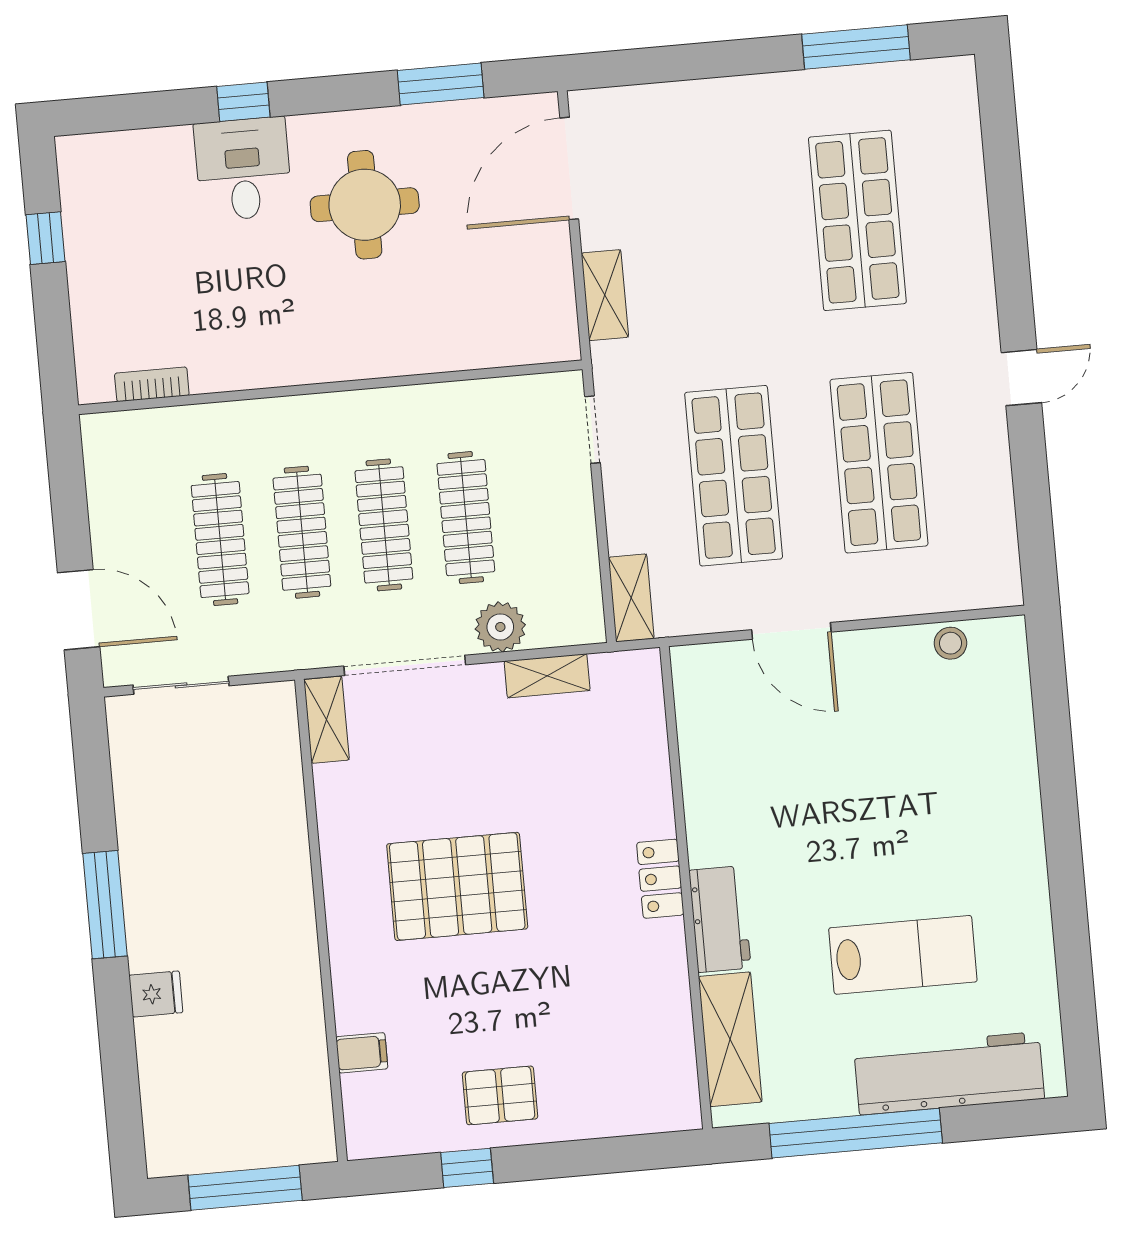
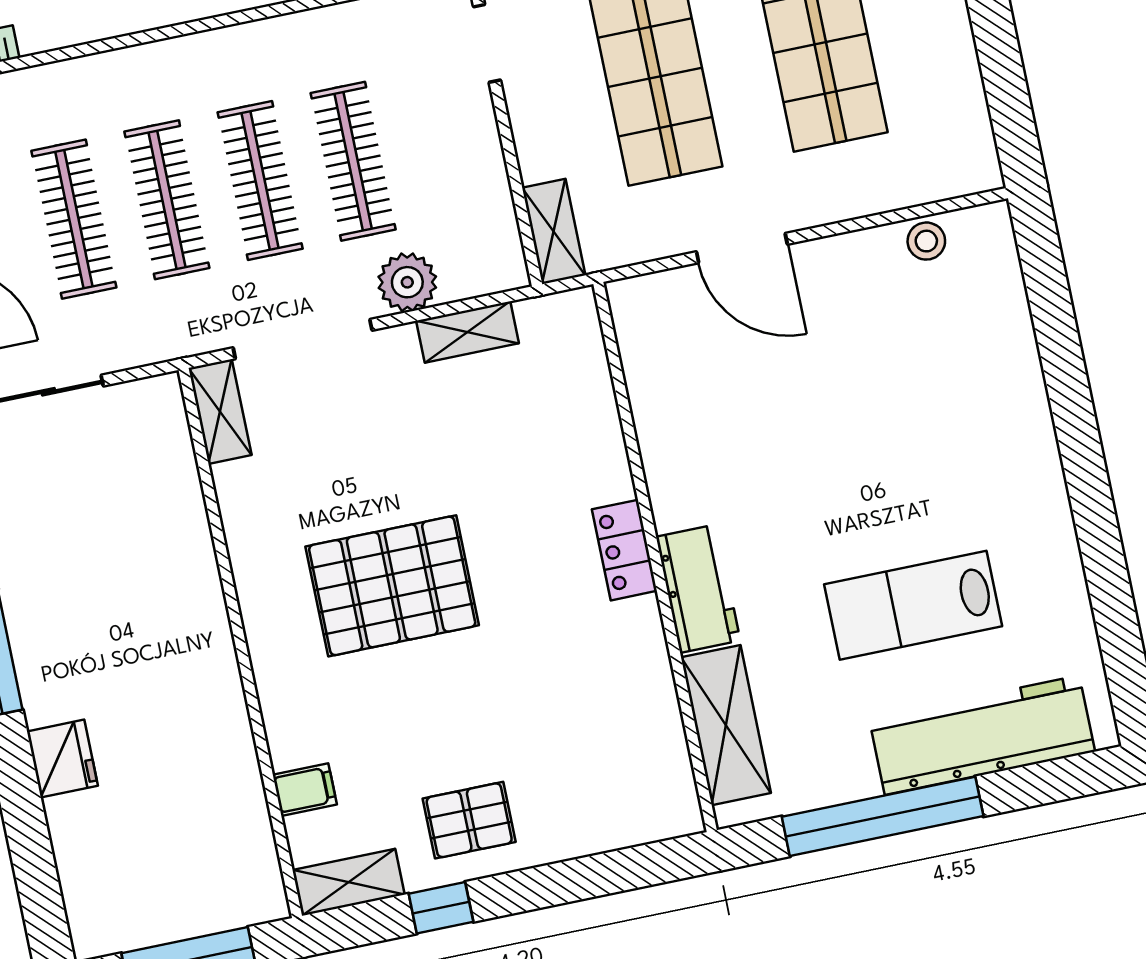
lab bench: (903, 955) -> (913, 605), turned 180
fridge: (156, 994) -> (62, 759), width x1.38
shelving: (390, 1137) -> (349, 882), added

